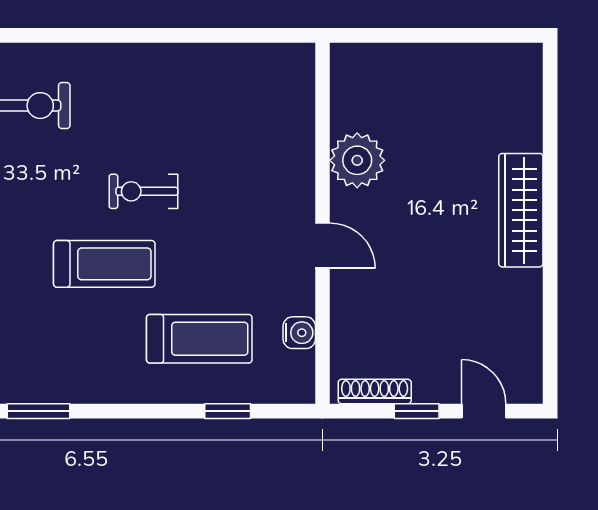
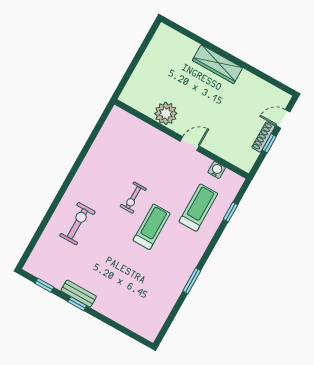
shoe rack: (375, 392) -> (263, 137), moved

